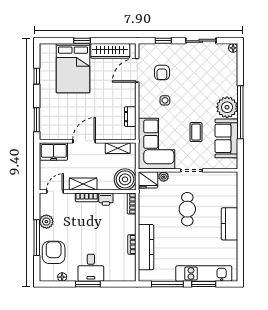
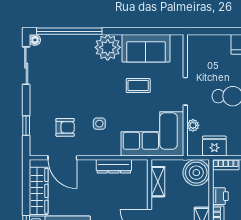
sliding door: (201, 41) -> (26, 66), moved
window: (240, 112) -> (69, 31), moved
dresser: (130, 117) -> (114, 166), width x1.44
fridge: (148, 180) -> (214, 146), moved, turned -90

